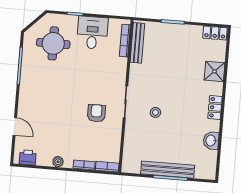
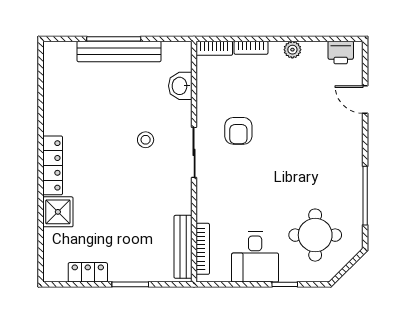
locker: (215, 33) -> (88, 272), moved
locker: (215, 107) -> (53, 165), width x1.53
washbasin: (211, 141) -> (180, 86), moved, turned 180

